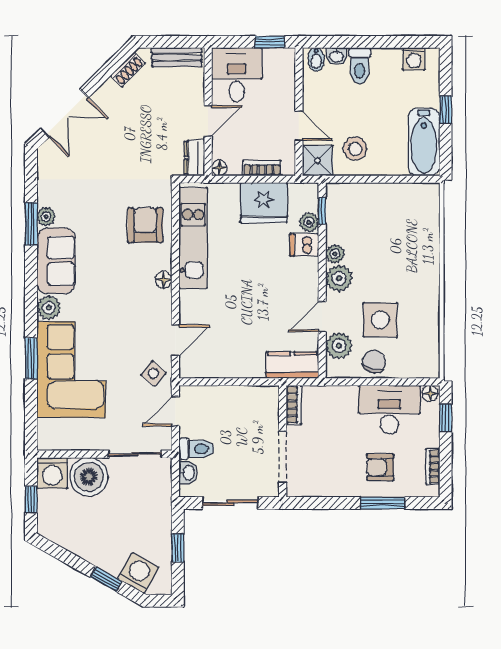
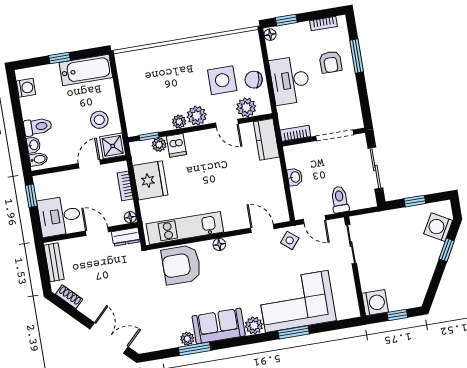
armchair: (145, 225) -> (181, 265), width x1.36, depth x1.36
desk: (389, 410) -> (290, 80), moved
washbasin: (188, 473) -> (295, 177), moved, turned 90
boiler: (89, 477) -> (373, 275), removed

